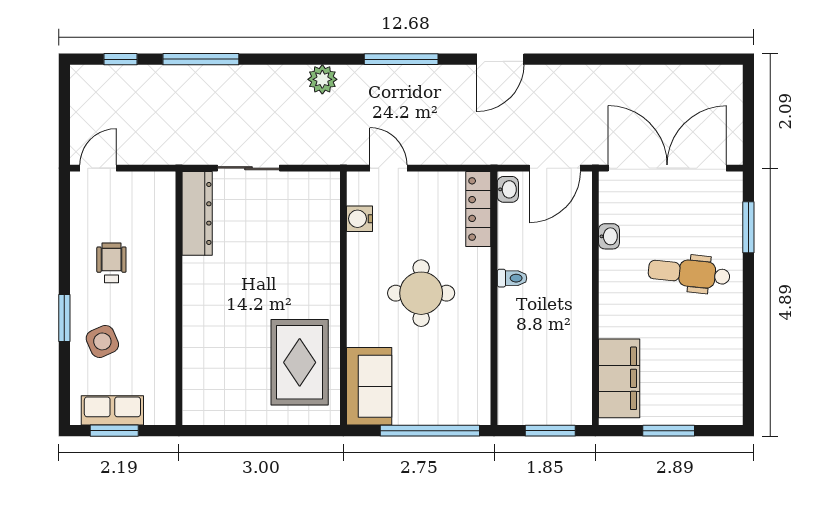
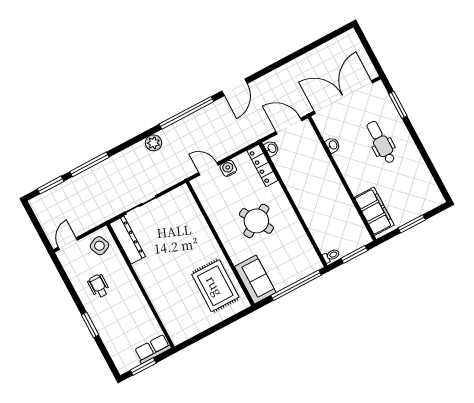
window: (120, 59) -> (51, 185), width x1.50
window: (401, 59) -> (186, 113), width x1.46
door: (555, 168) -> (289, 126), swing flipped
water cooler: (360, 219) -> (228, 168), moved, turned 90
dental chair: (689, 273) -> (381, 142), turned 84
toilet: (512, 278) -> (331, 256), moved
round table: (421, 293) -> (256, 221), turned -30
side table: (102, 341) -> (99, 246), moved
row of seats: (112, 410) -> (153, 349), moved

